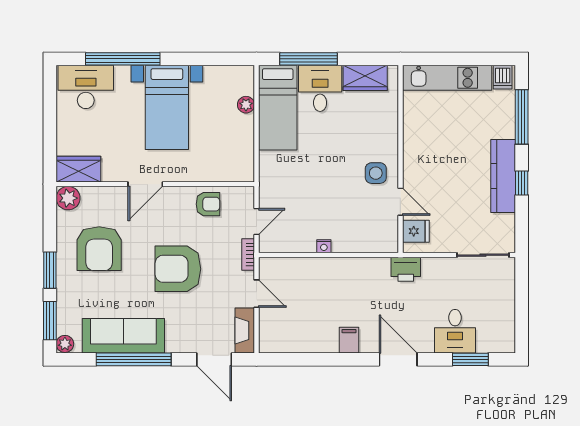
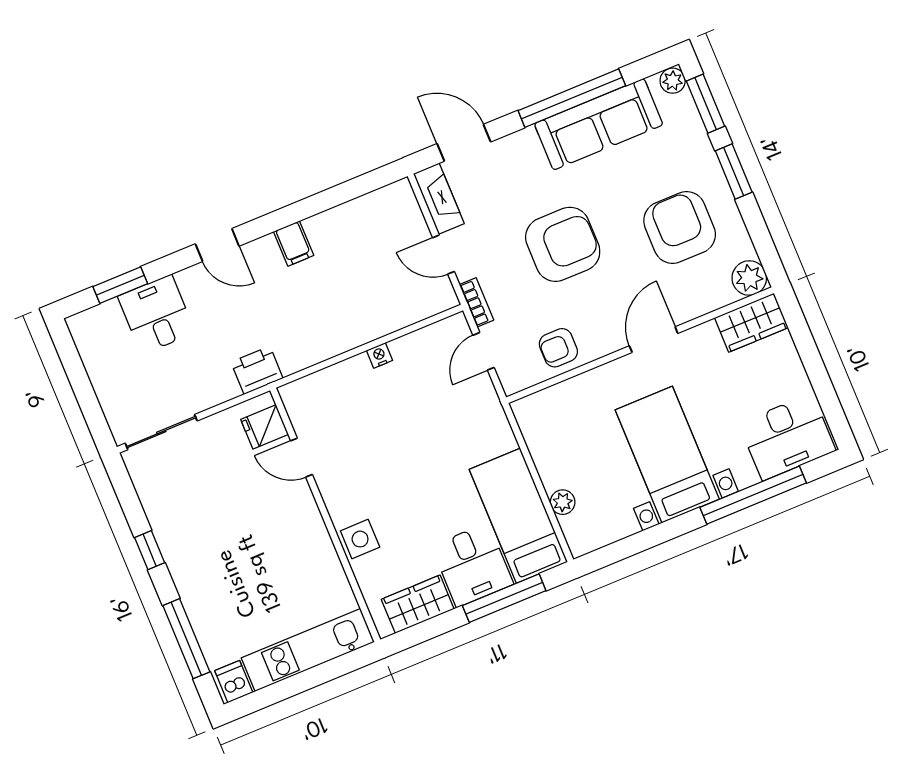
side table: (376, 173) -> (360, 539), moved
kitchen counter: (503, 176) -> (178, 549), removed
door: (398, 359) -> (217, 245), width x0.73

